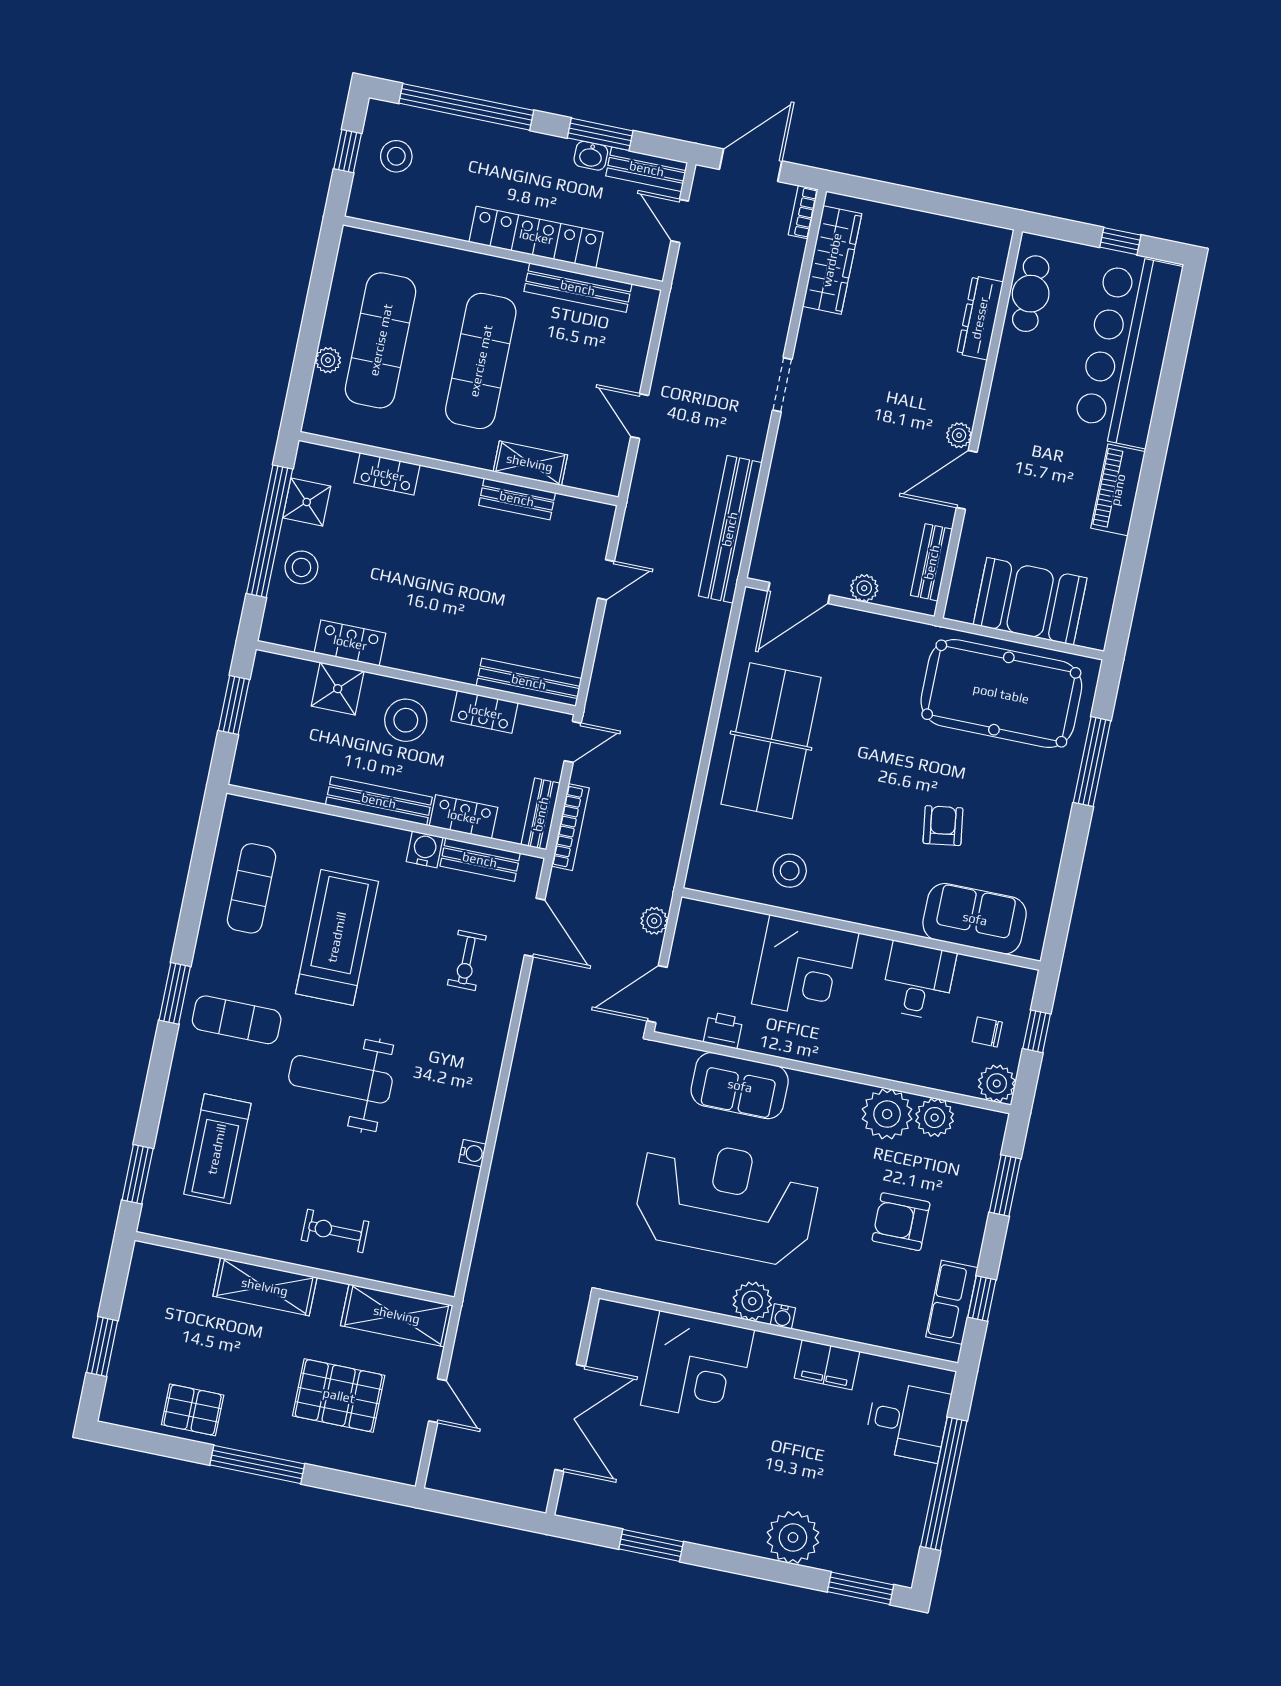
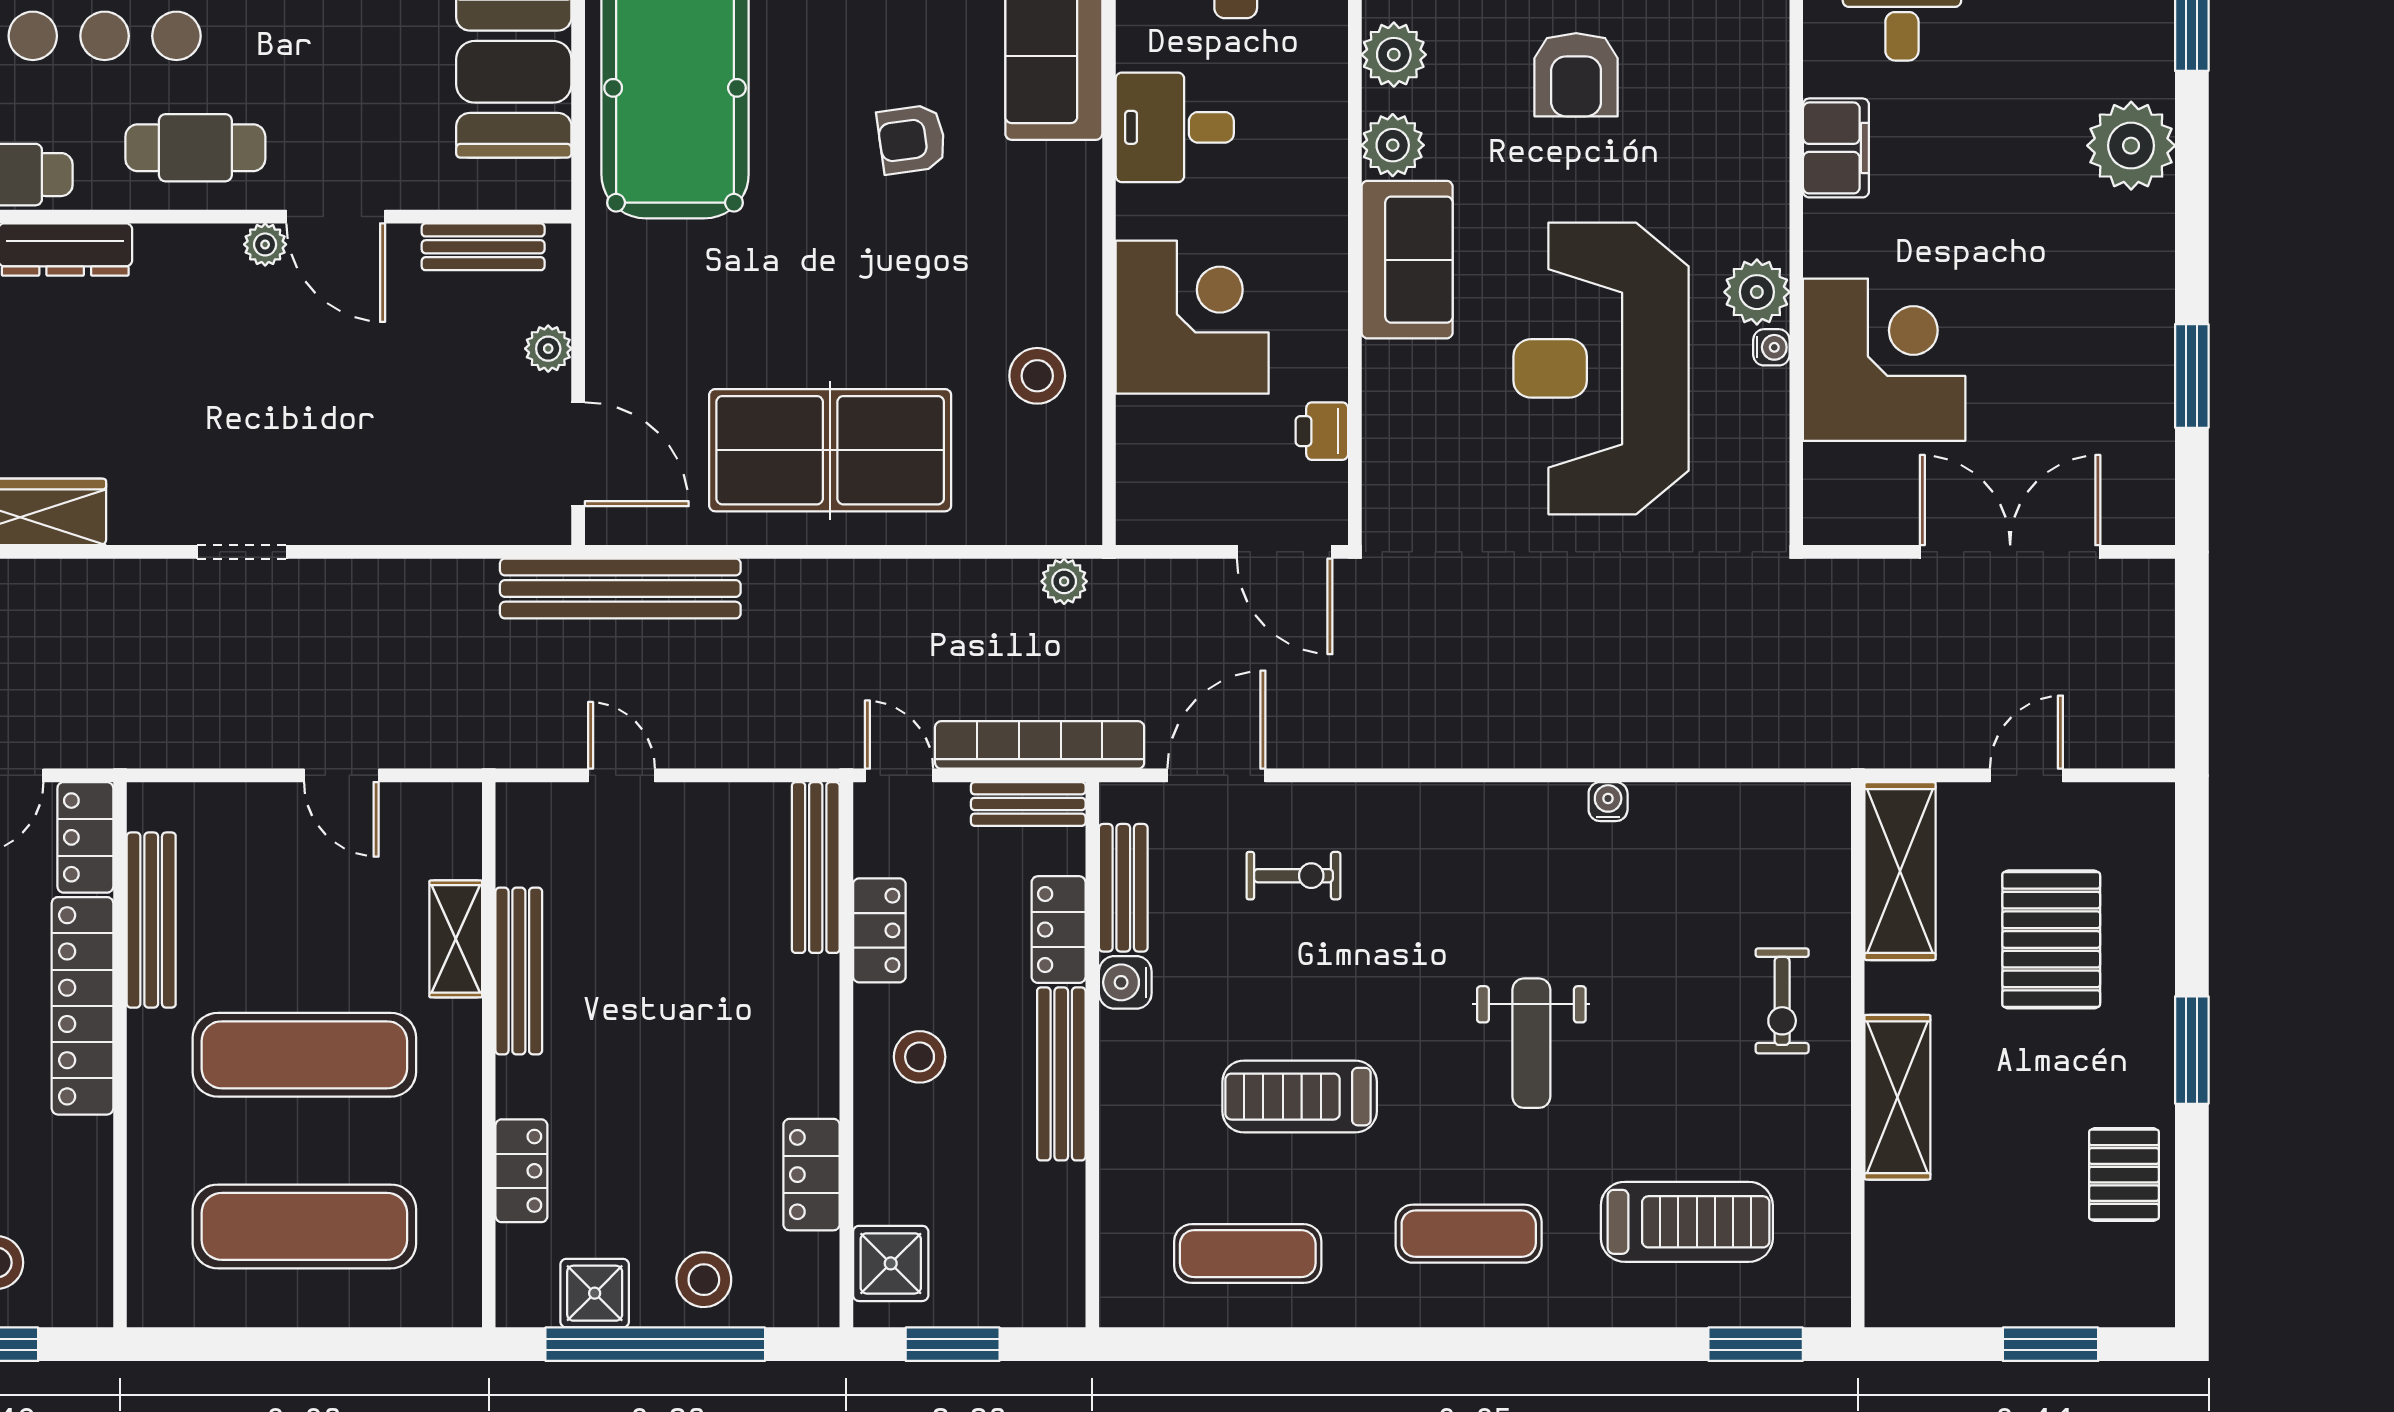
locker: (634, 259) -> (85, 837), added
plant: (328, 360) -> (354, 1306), removed
cafe table: (1024, 406) -> (195, 148), added
door: (640, 416) -> (341, 775), hinge flipped
bench: (517, 499) -> (519, 971), width x1.36
bench: (730, 529) -> (620, 589), moved
shower: (338, 689) -> (891, 1263), moved
stool: (406, 720) -> (920, 1057), width x0.73, depth x0.73
bookcase: (570, 827) -> (1040, 745), width x1.48, depth x1.31
plant: (654, 921) -> (1064, 581), moved
treadmill: (337, 937) -> (1300, 1097), width x0.73, depth x0.73
window: (175, 993) -> (1446, 1344), removed
exercise mat: (237, 1020) -> (1469, 1234), turned 90
weight bench: (340, 1079) -> (1531, 1043), width x0.73, depth x0.75
sofa: (740, 1086) -> (1407, 260), moved
plant: (887, 1114) -> (1393, 145), width x0.73, depth x0.73
water cooler: (783, 1316) -> (1771, 347), moved
window: (257, 1464) -> (2192, 1050), width x0.69

